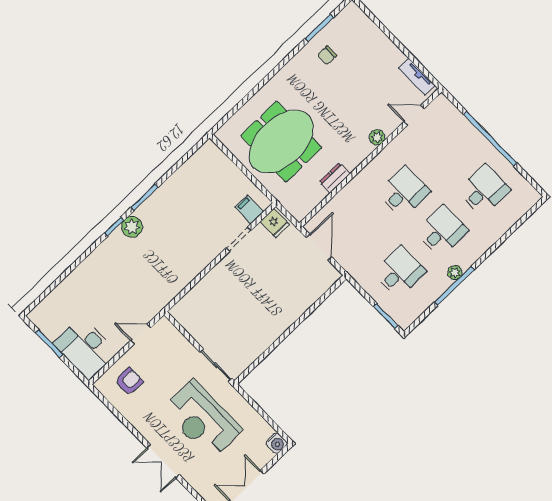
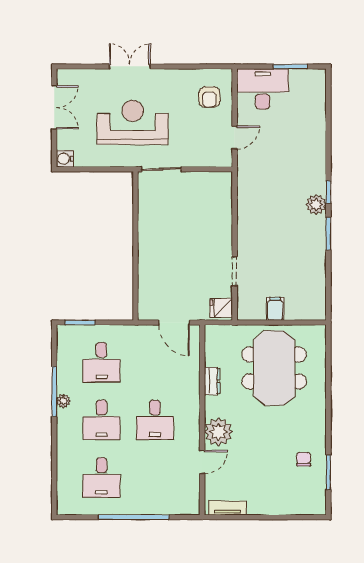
door: (414, 115) -> (202, 462), moved
plant: (377, 137) -> (219, 432), width x1.87, depth x1.87
filing cabinet: (249, 209) -> (275, 309), moved, turned -90

